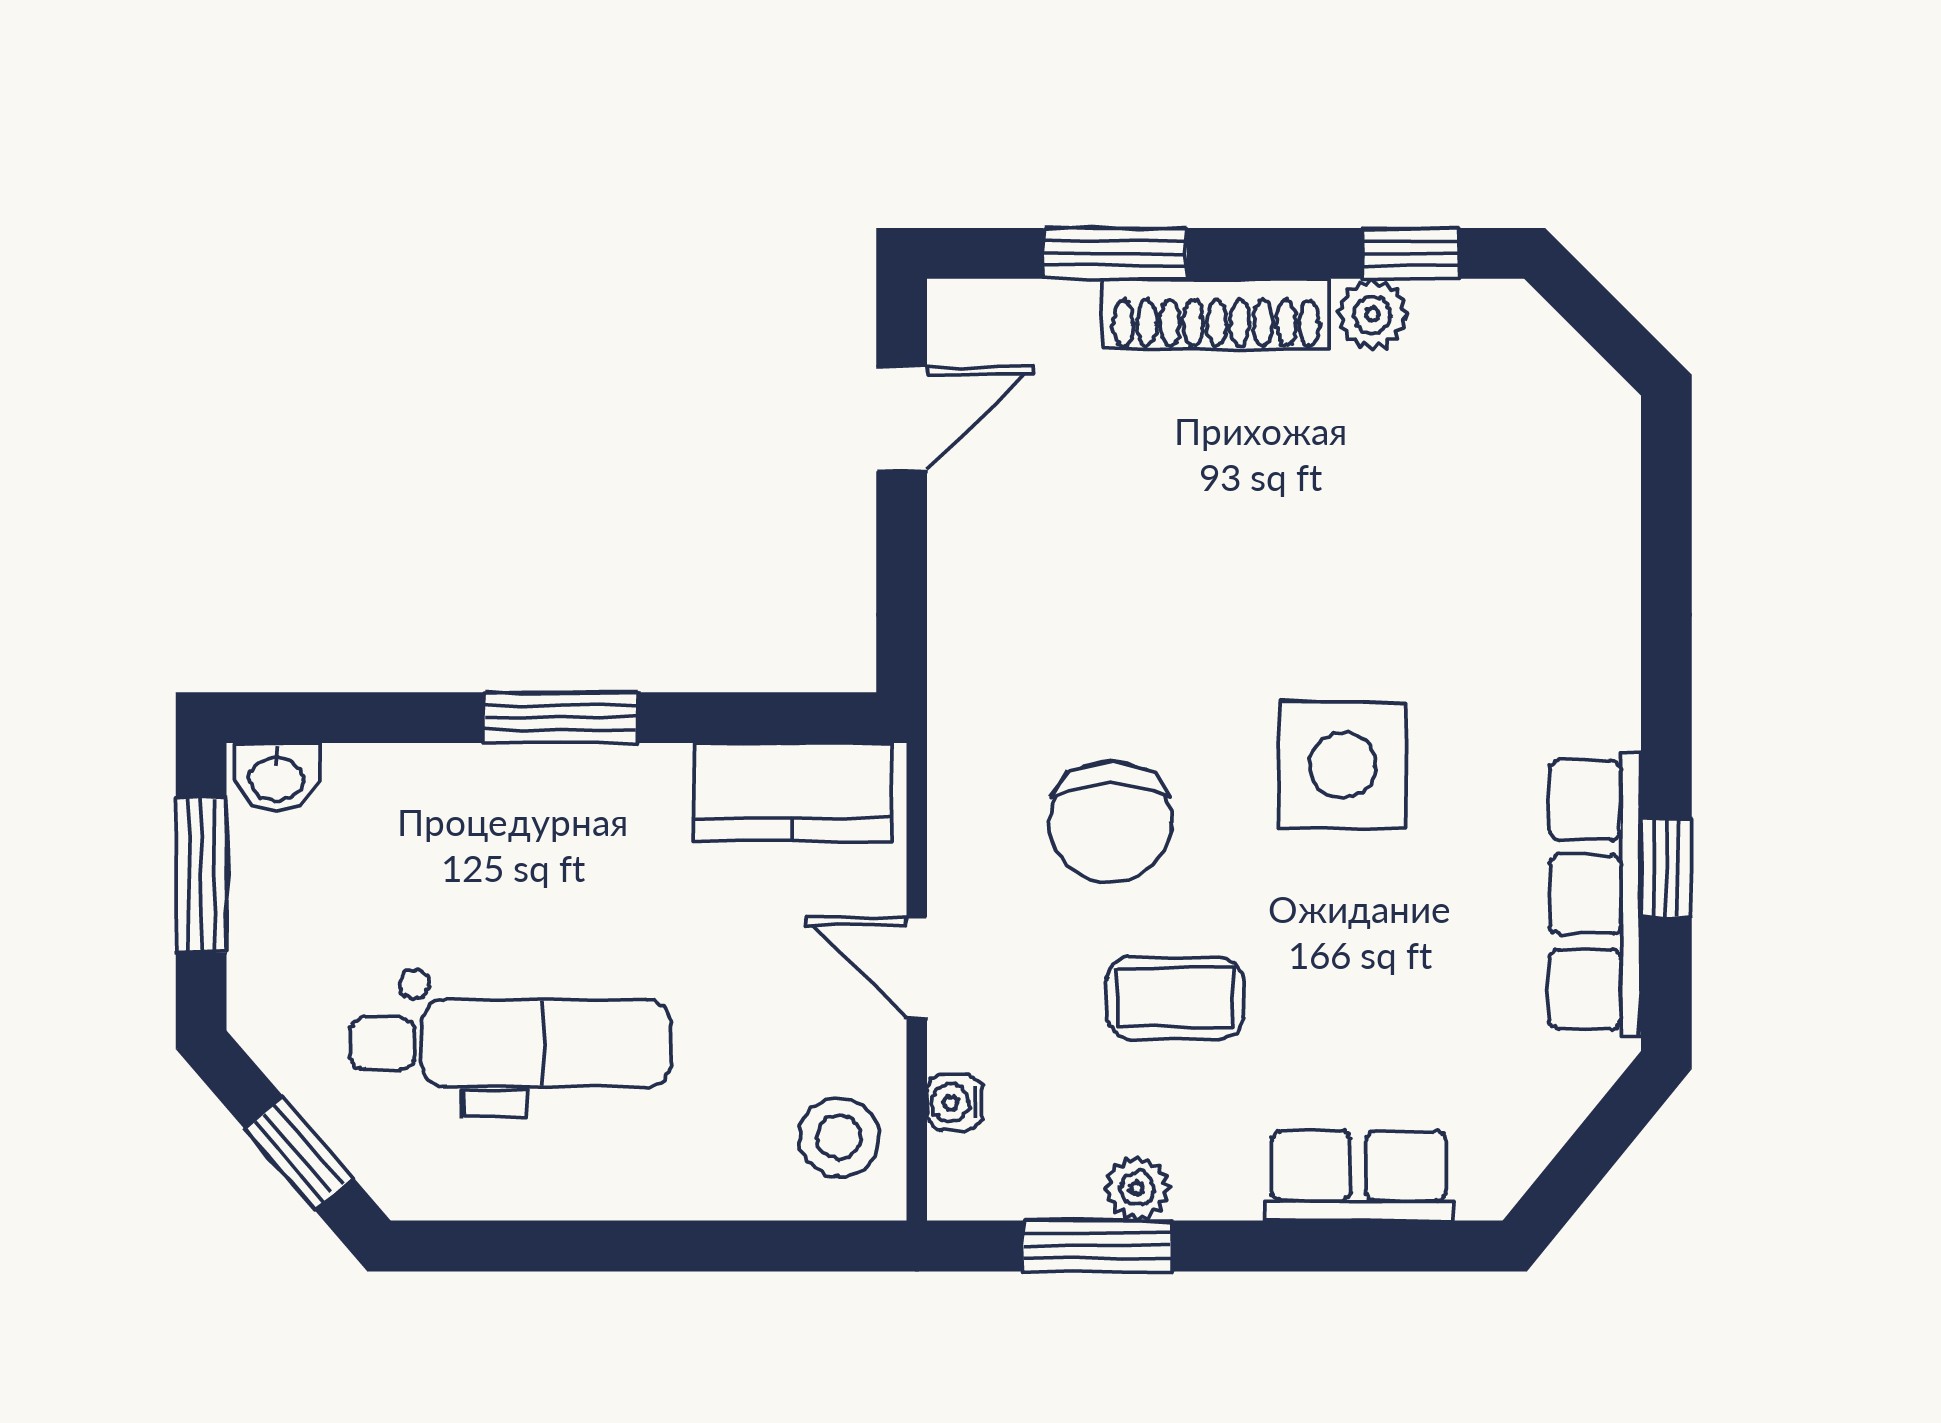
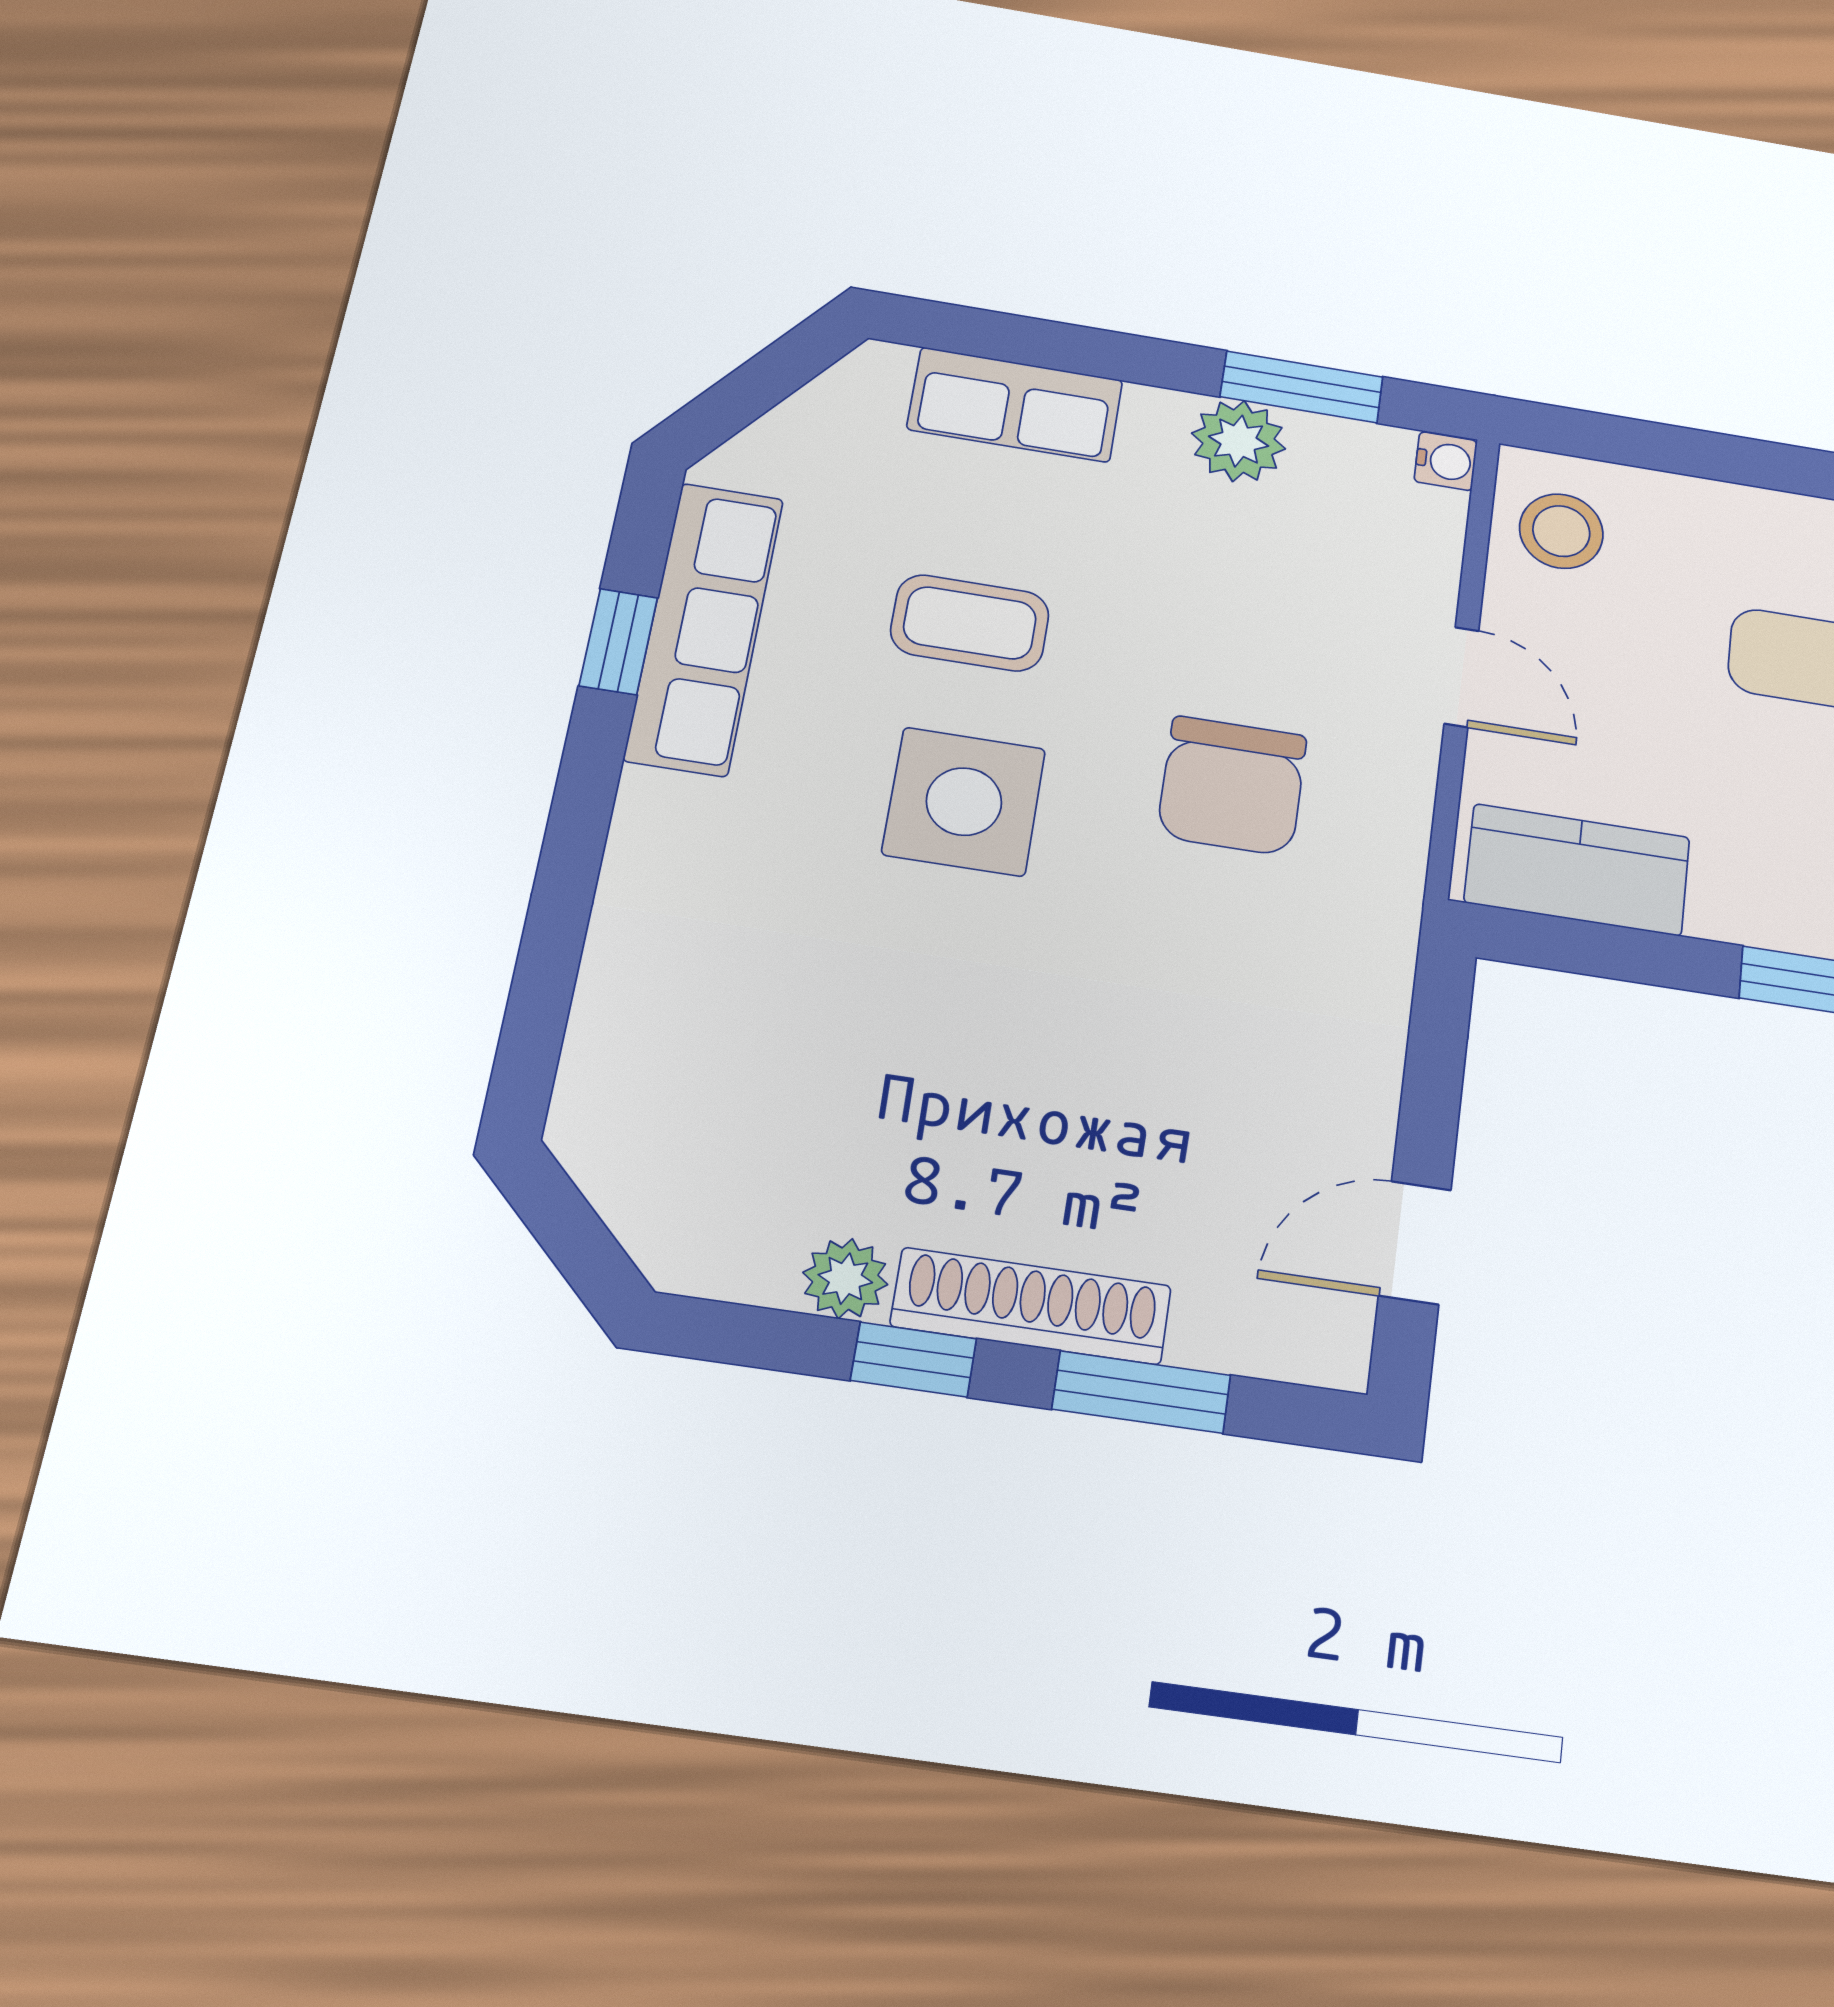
window: (1411, 253) -> (914, 1360), moved
chair: (1111, 822) -> (1232, 786), turned 180
coffee table: (1175, 998) -> (970, 623), moved
water cooler: (955, 1103) -> (1446, 461), moved
plant: (1137, 1188) -> (1239, 441), width x1.38, depth x1.38

